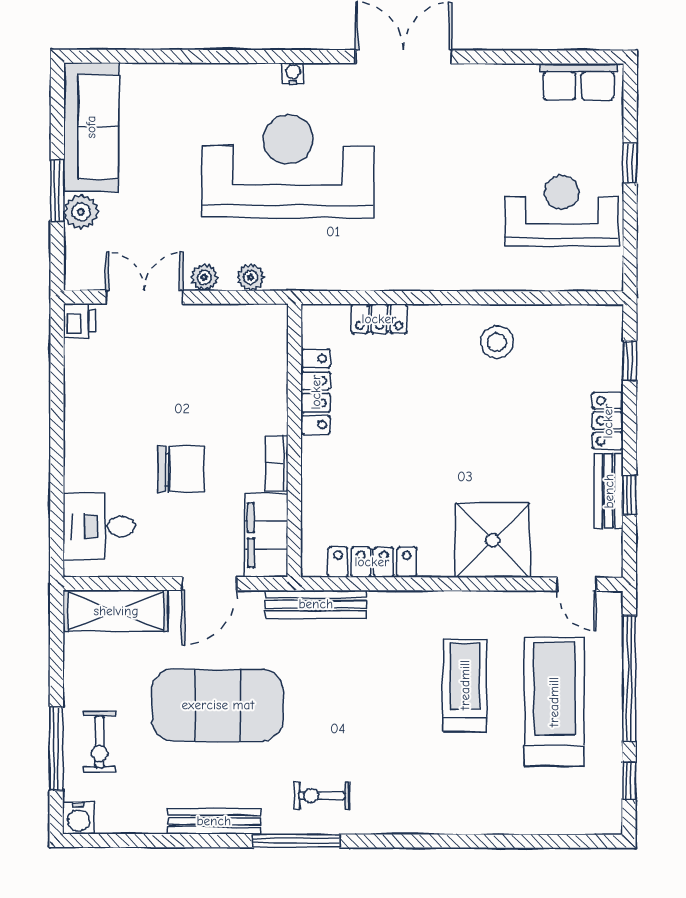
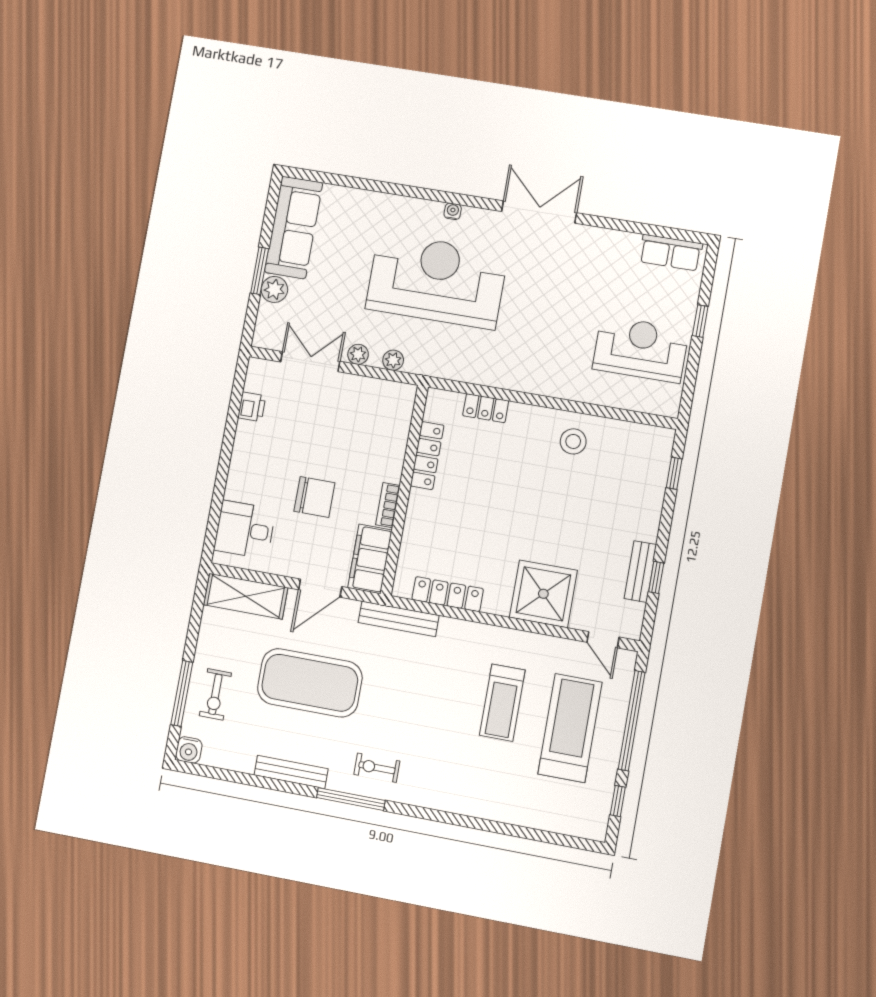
printer: (79, 321) -> (252, 407), moved
locker: (608, 421) -> (649, 517), removed
treadmill: (465, 685) -> (502, 703), turned 180

